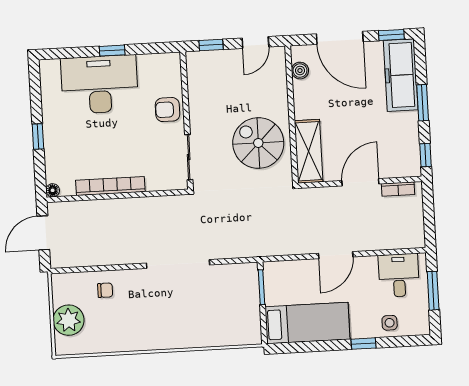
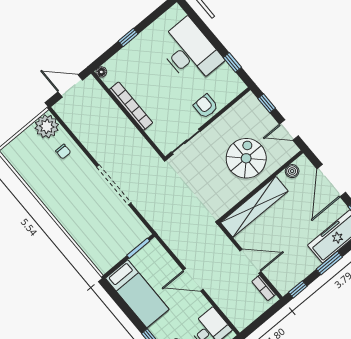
window: (112, 51) -> (232, 62), moved
spiral stairs: (258, 143) -> (246, 158), moved
shelving: (309, 151) -> (254, 207), width x1.47
plant: (69, 320) -> (47, 126), moved

